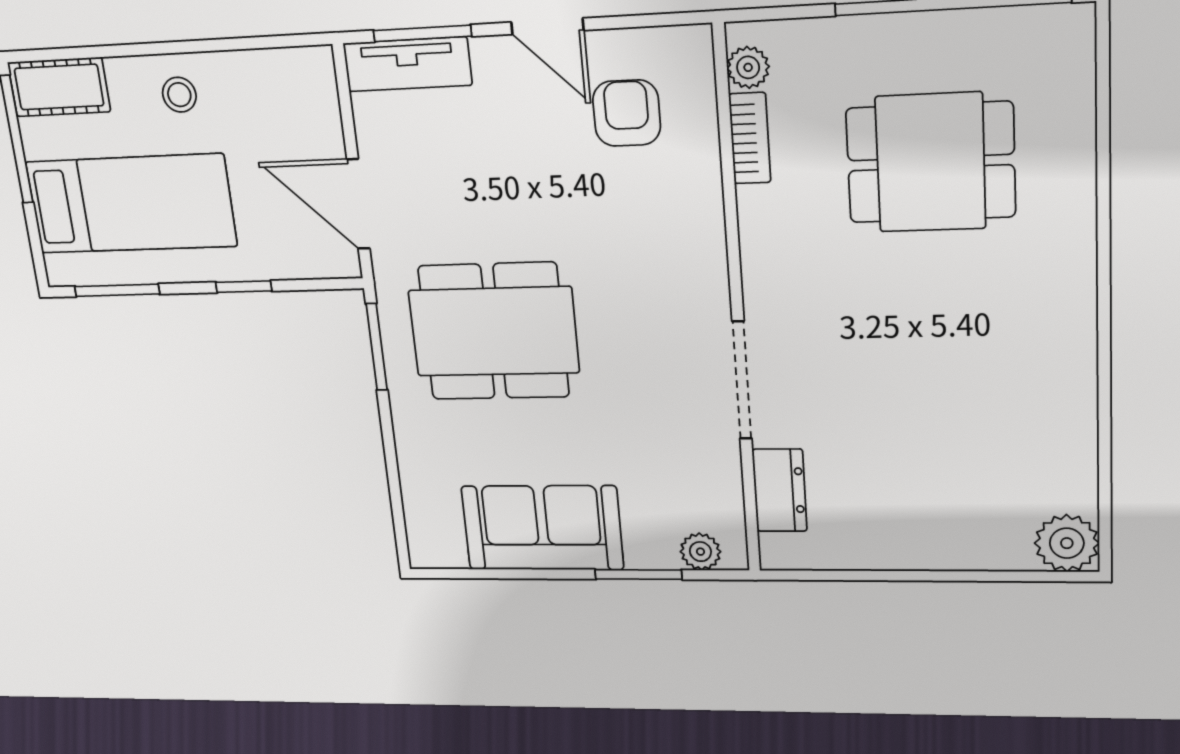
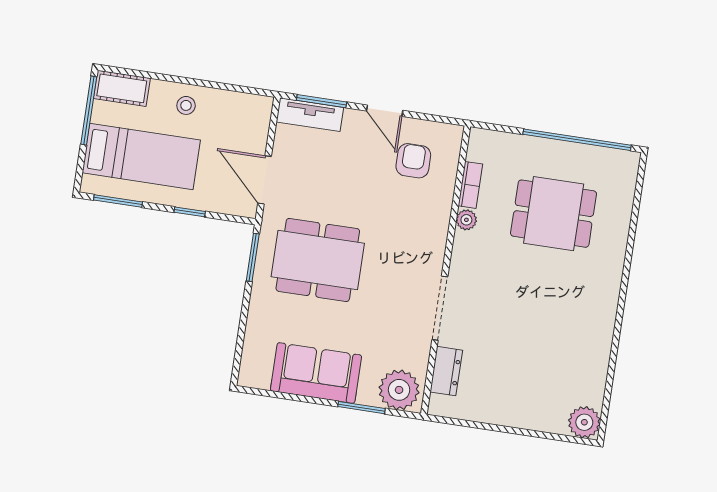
plant: (748, 67) -> (466, 220), moved
plant: (700, 552) -> (399, 390), width x1.88, depth x1.88

